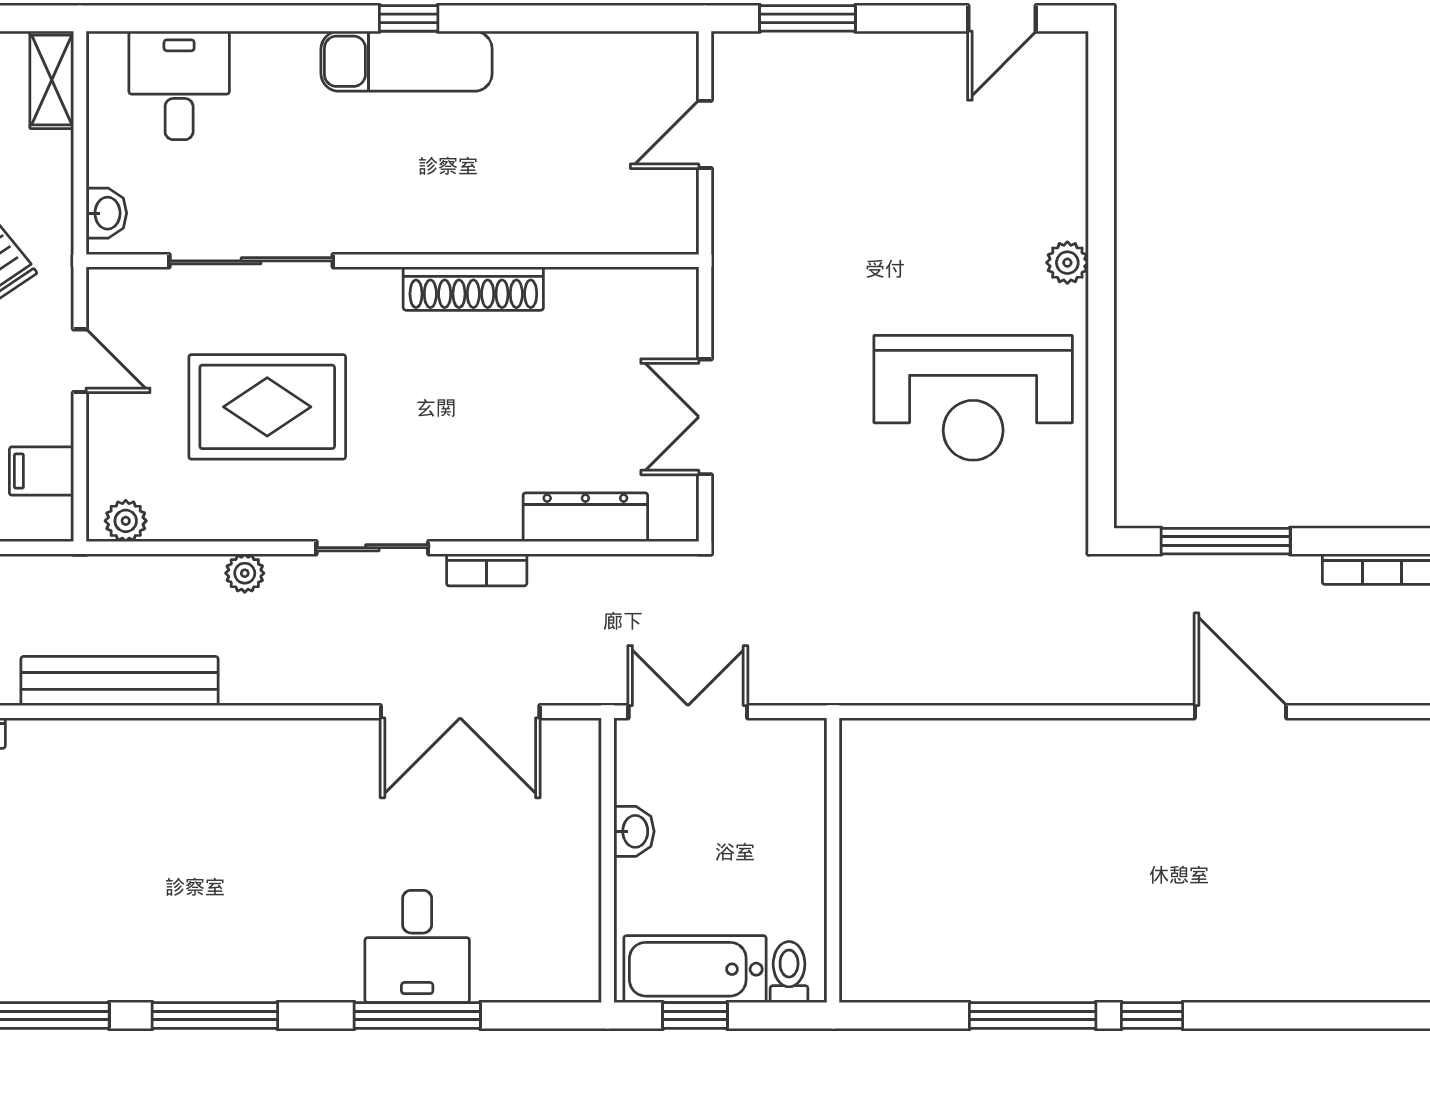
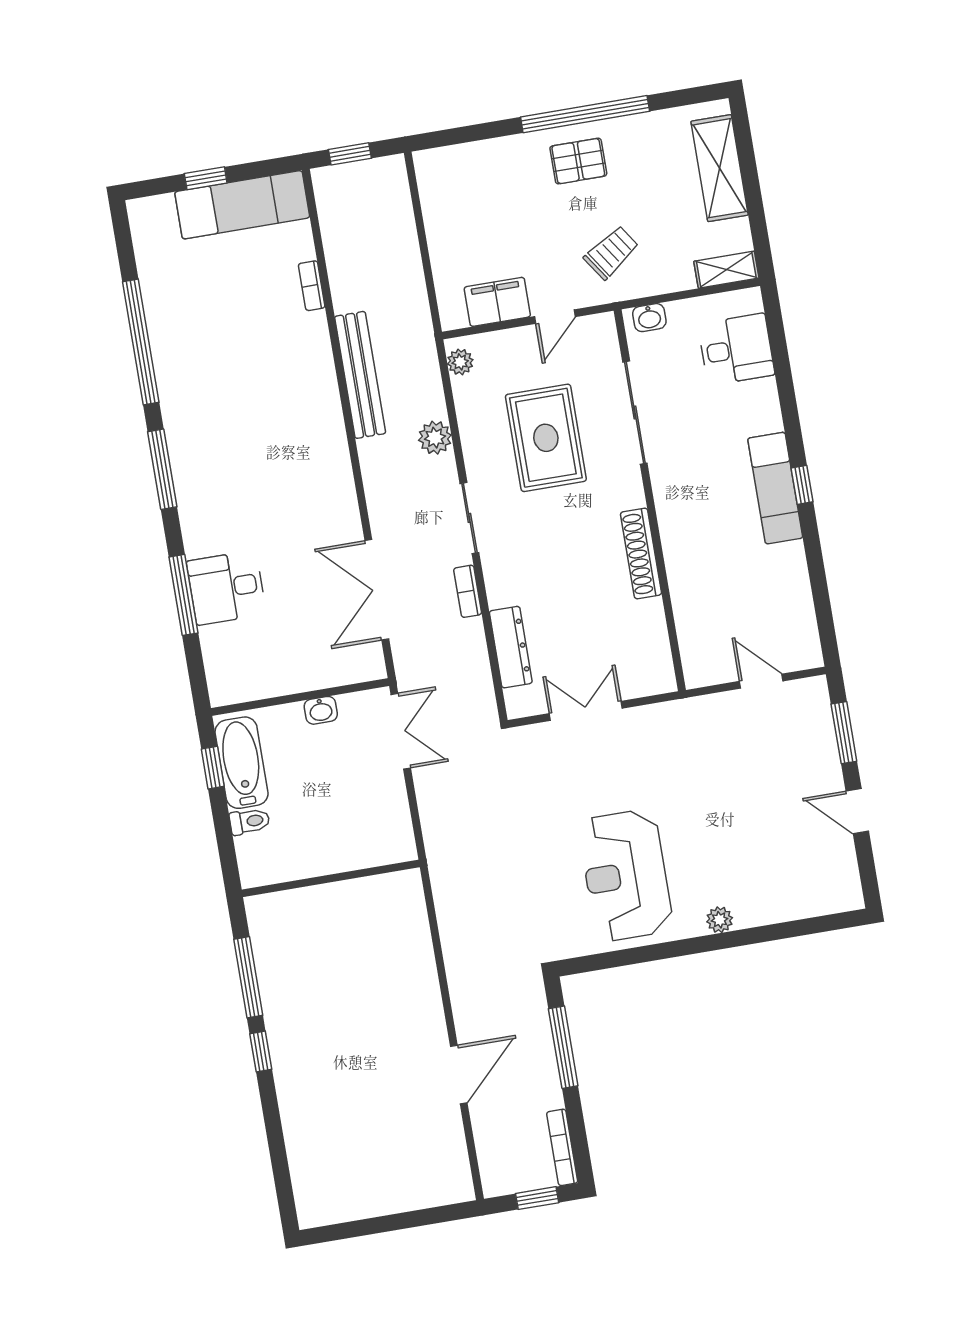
door: (1002, 18) -> (857, 811), moved
filing cabinet: (42, 471) -> (497, 302), width x2.00
plant: (245, 573) -> (435, 438), width x1.38, depth x1.38
wall: (833, 860) -> (331, 878), moved

